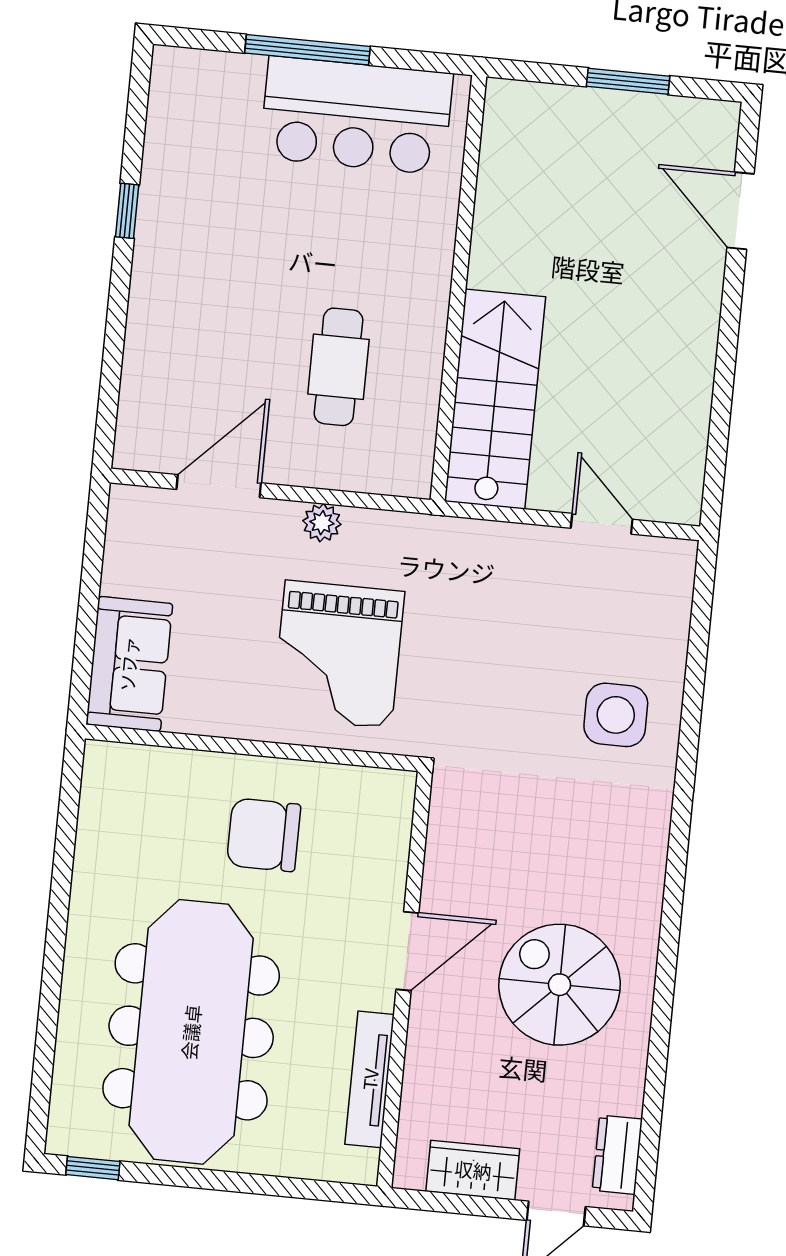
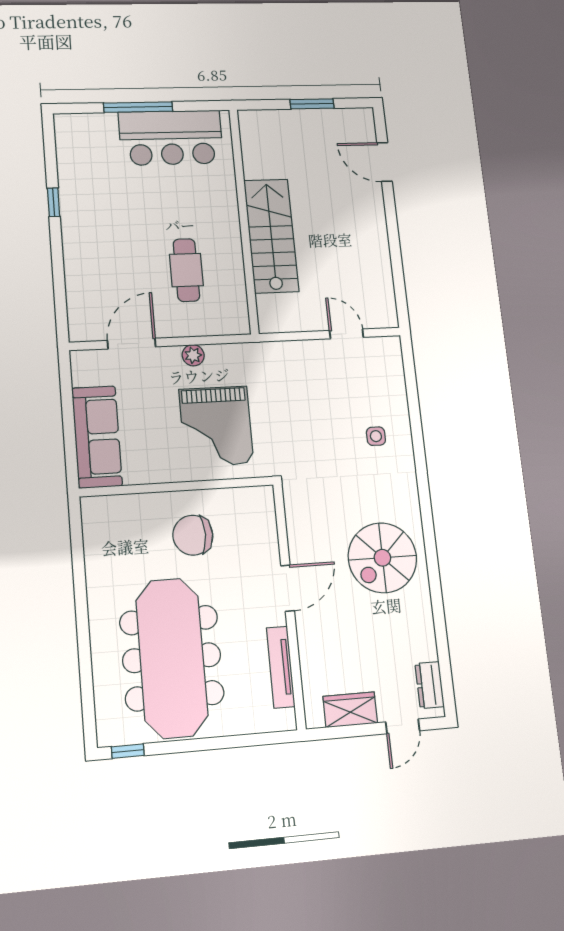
stairs: (495, 399) -> (271, 236), moved
sofa: (129, 664) -> (97, 437), width x1.36
side table: (616, 715) -> (376, 436), width x0.54, depth x0.54
spiral stairs: (560, 985) -> (382, 558), moved, turned -90

